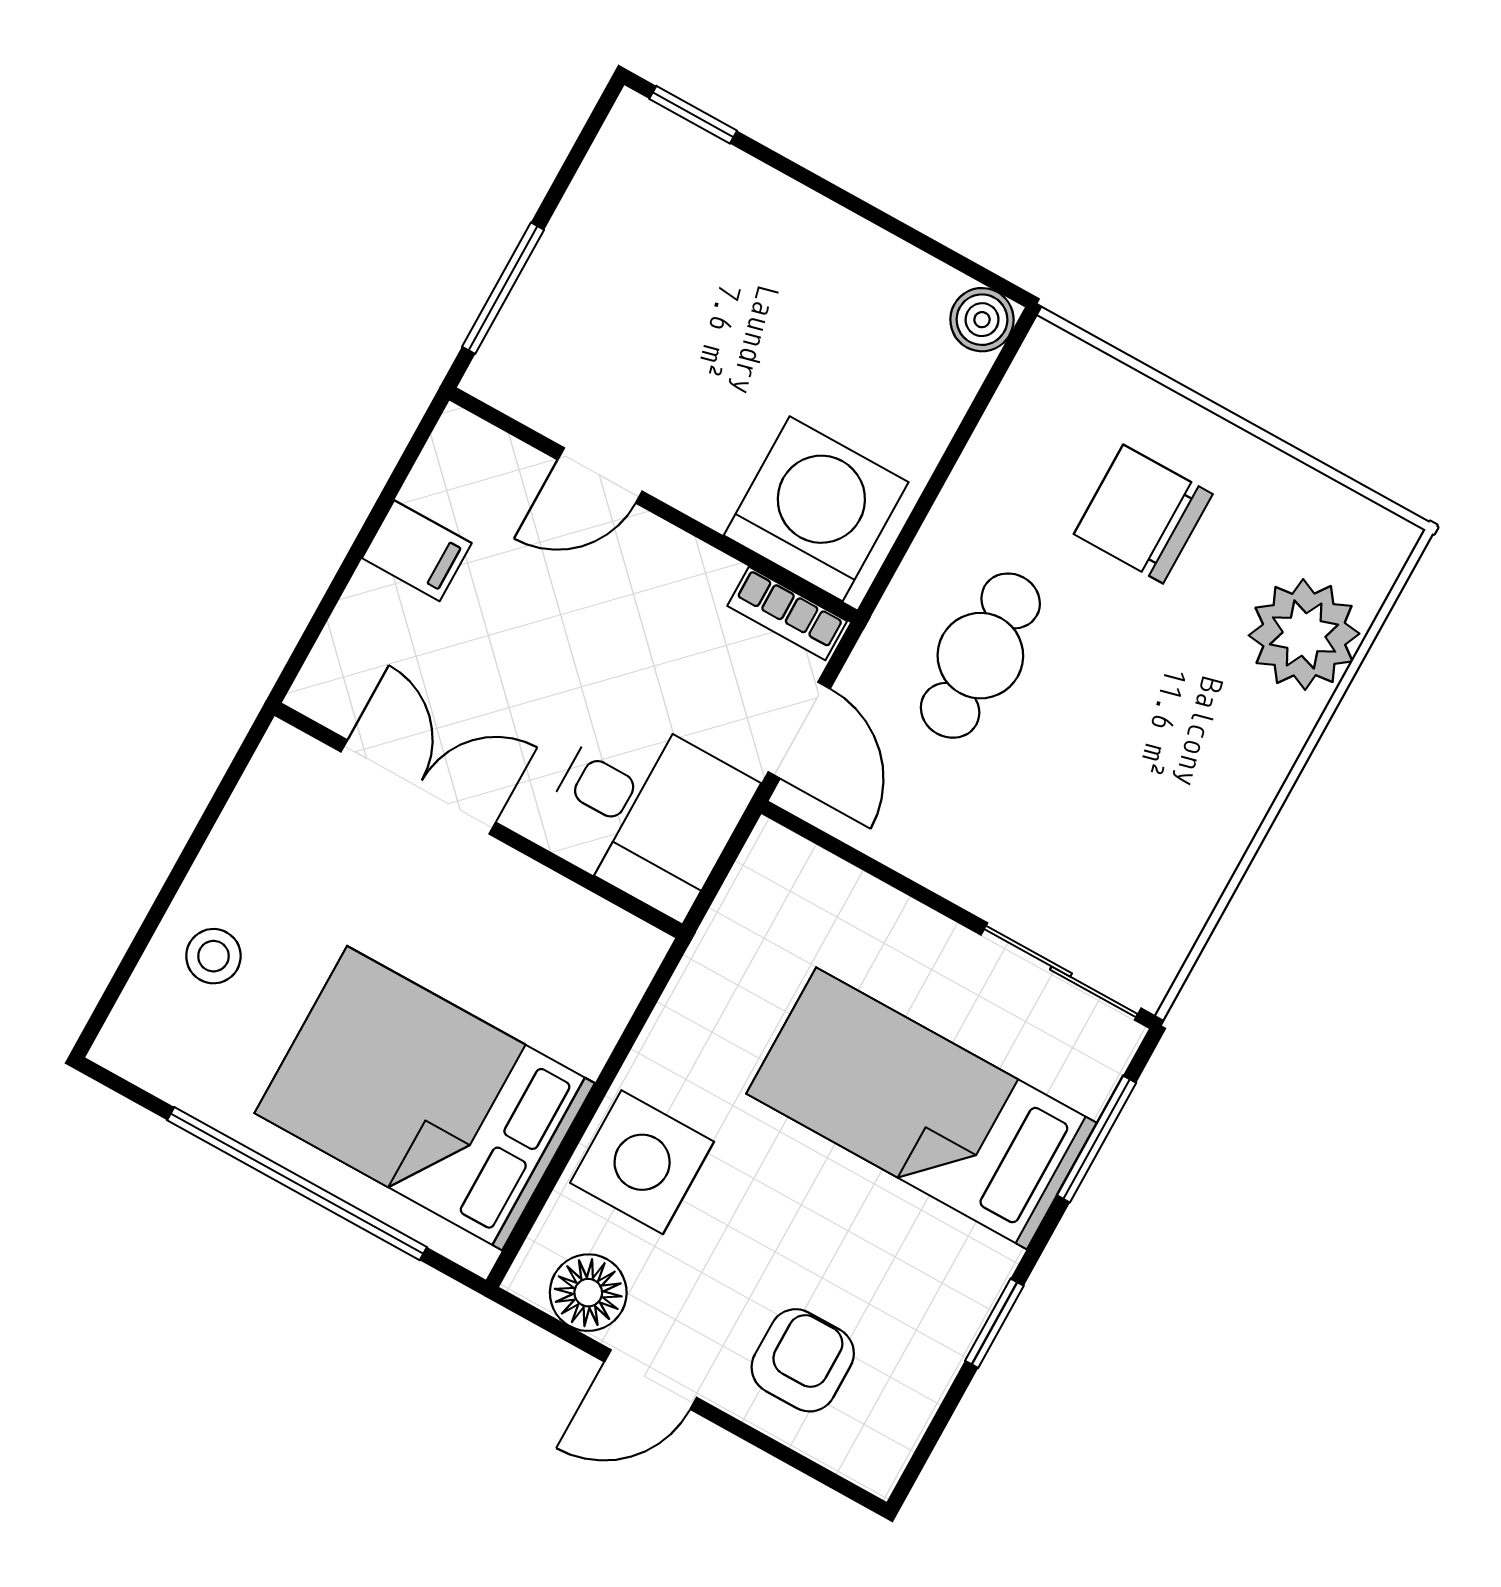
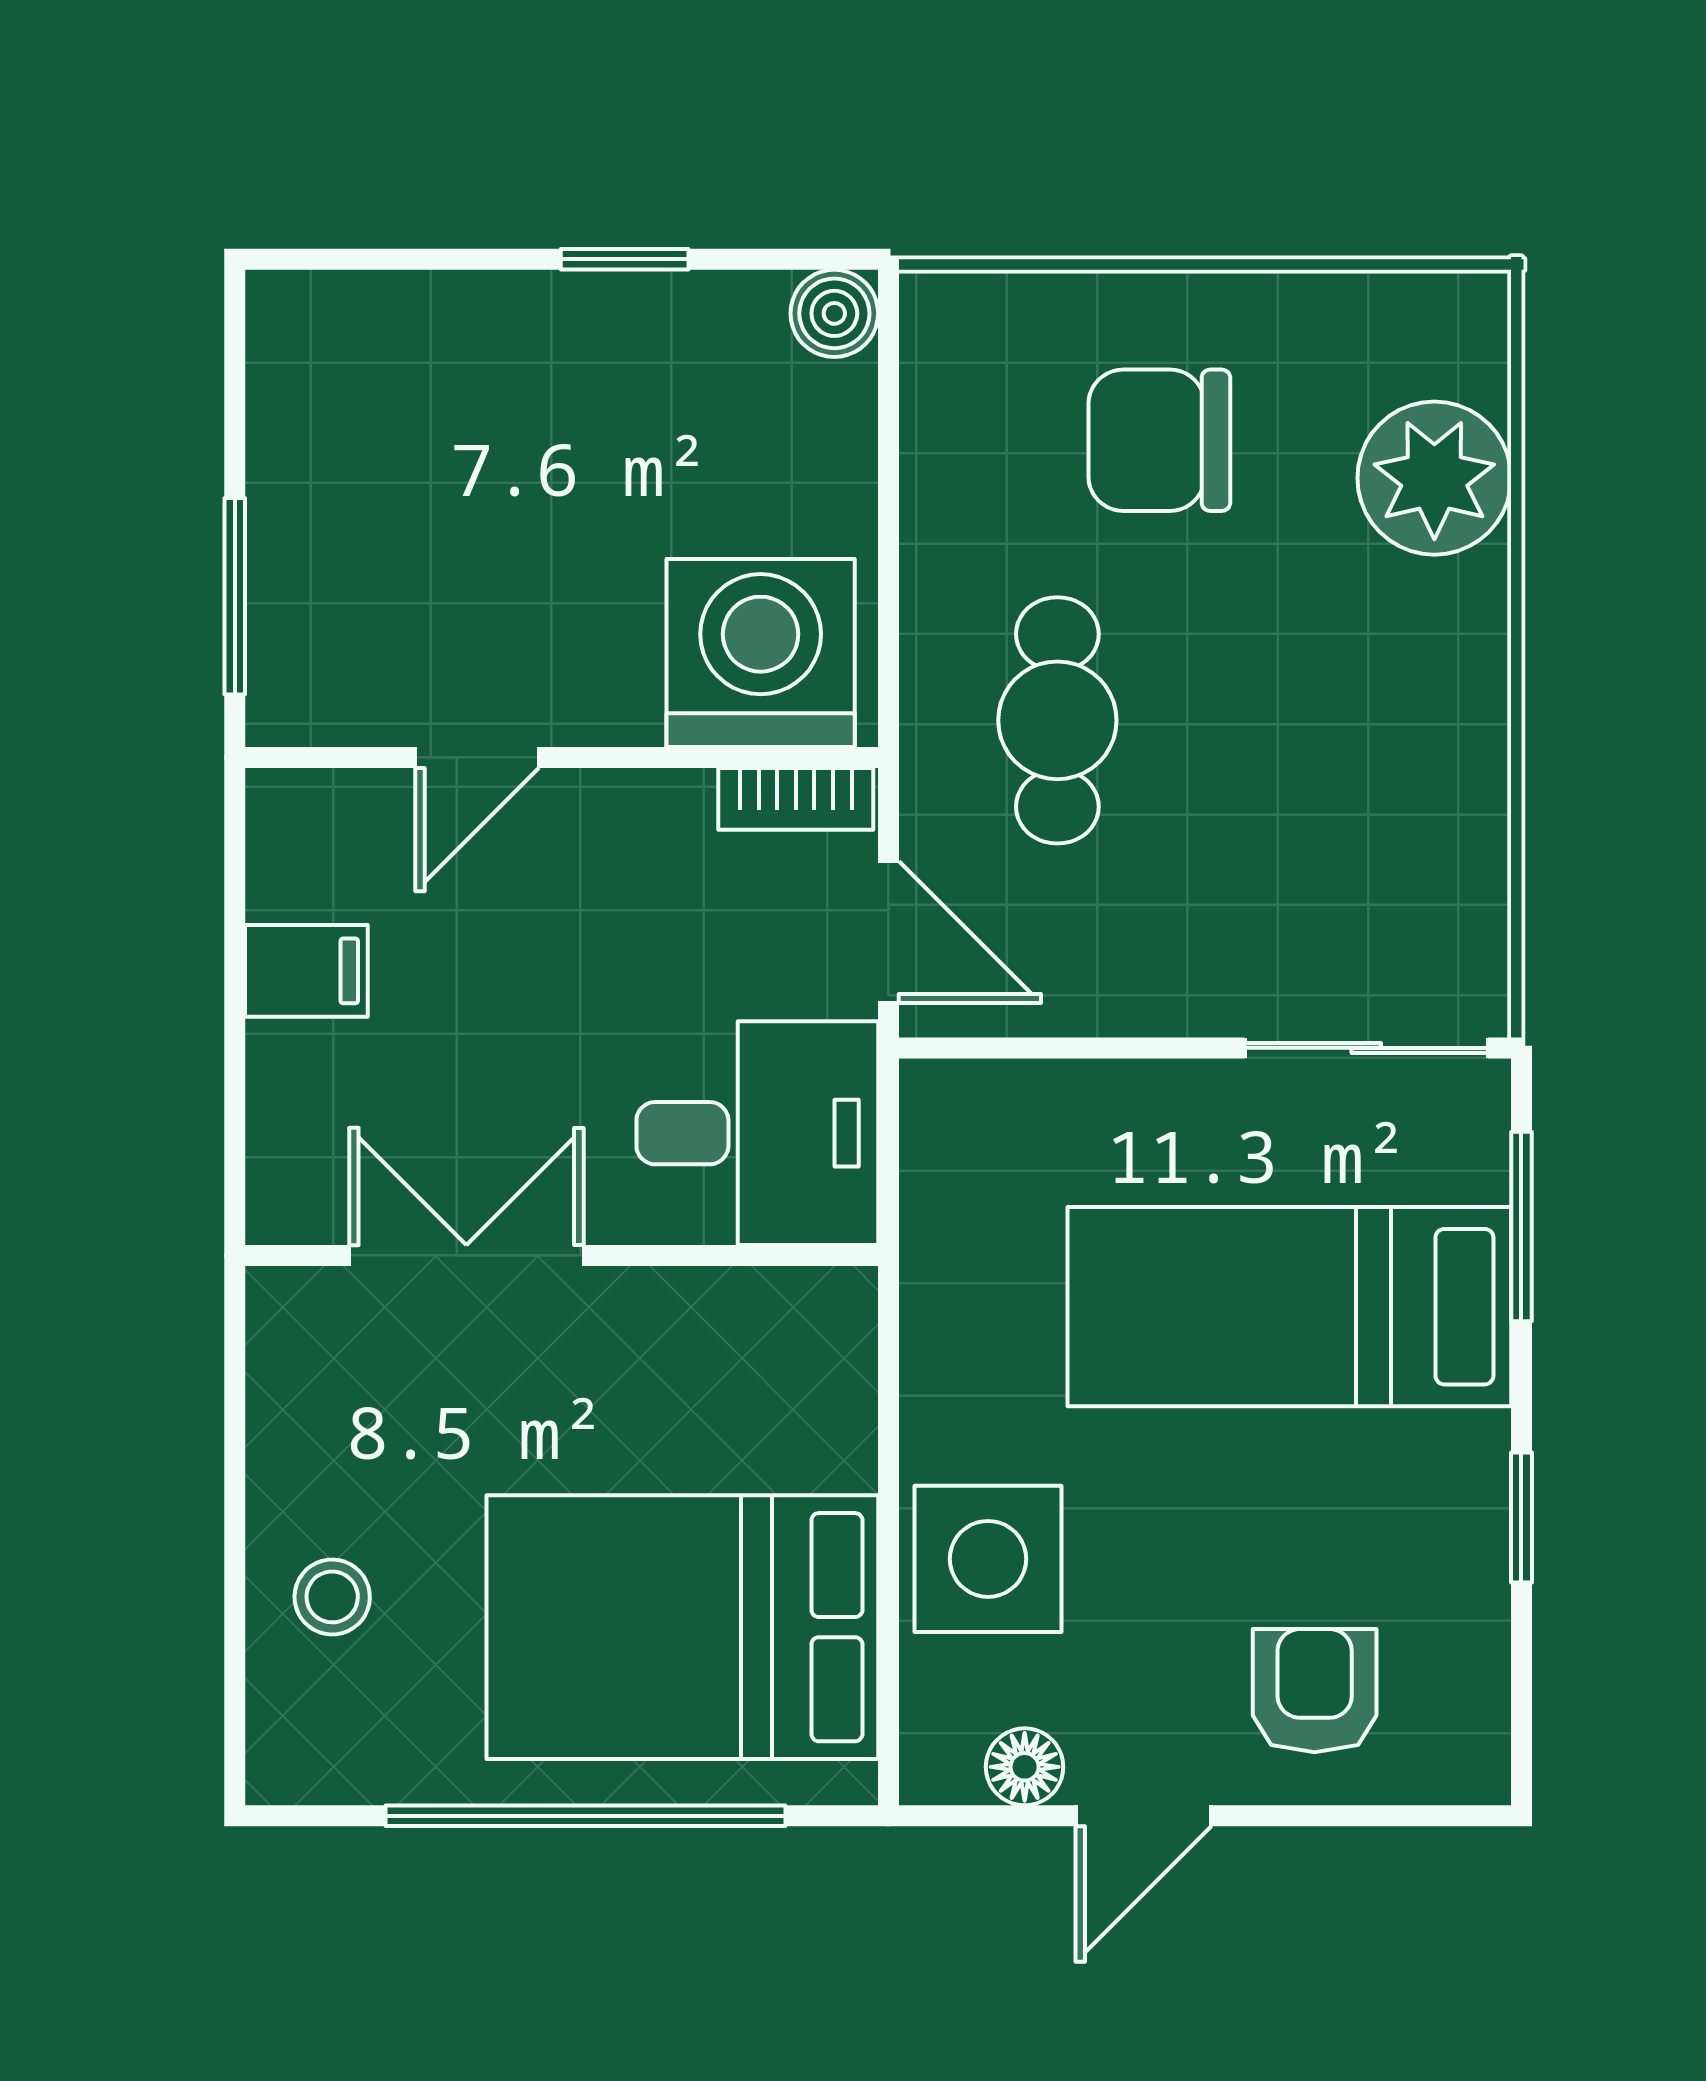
window: (693, 115) -> (625, 259), moved
floor lamp: (588, 1293) -> (1025, 1767), width x0.73, depth x0.73

